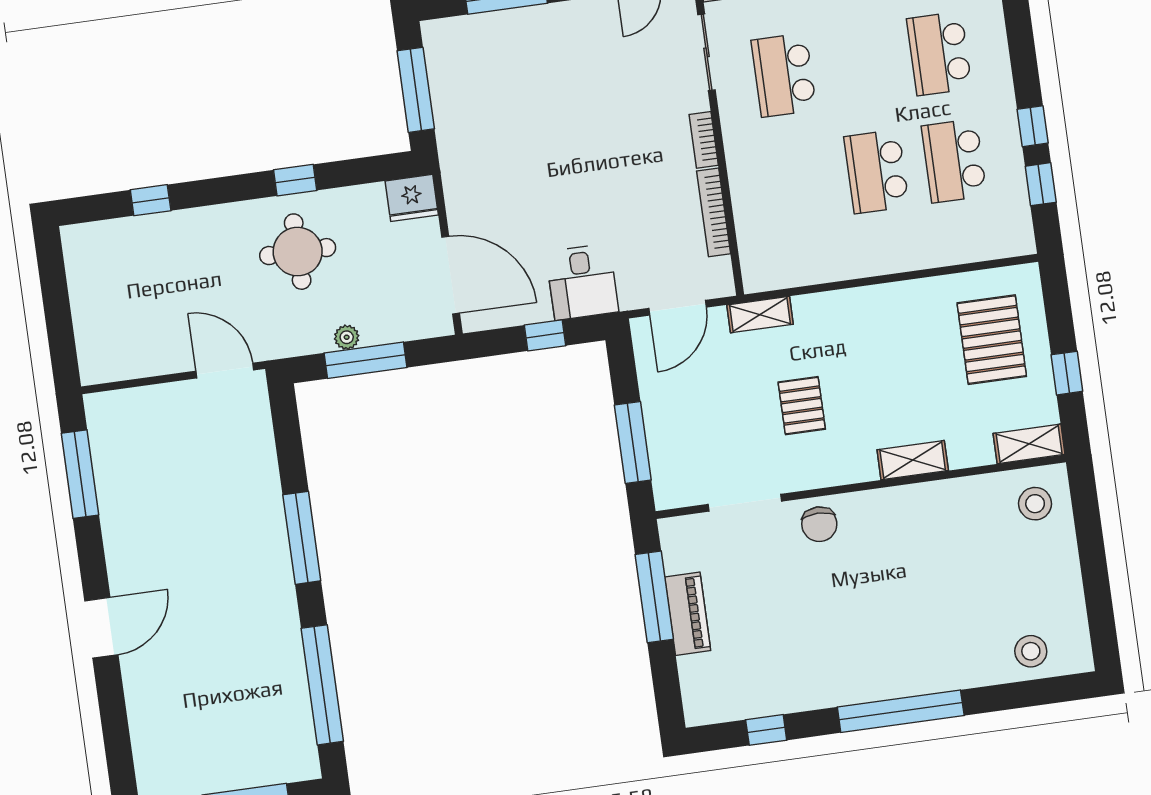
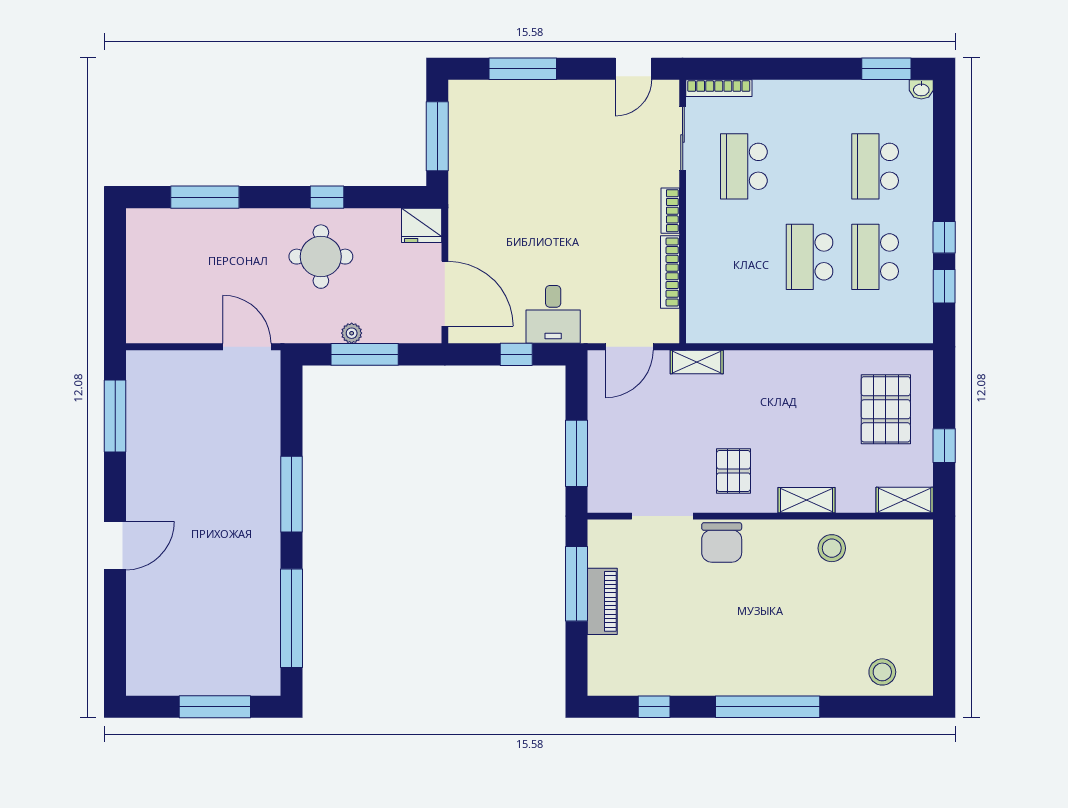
window: (151, 200) -> (205, 197), width x2.17
pallet: (802, 406) -> (734, 471), moved
stool: (1035, 504) -> (832, 548), moved
chair: (819, 524) -> (722, 542), width x1.37, depth x1.37

